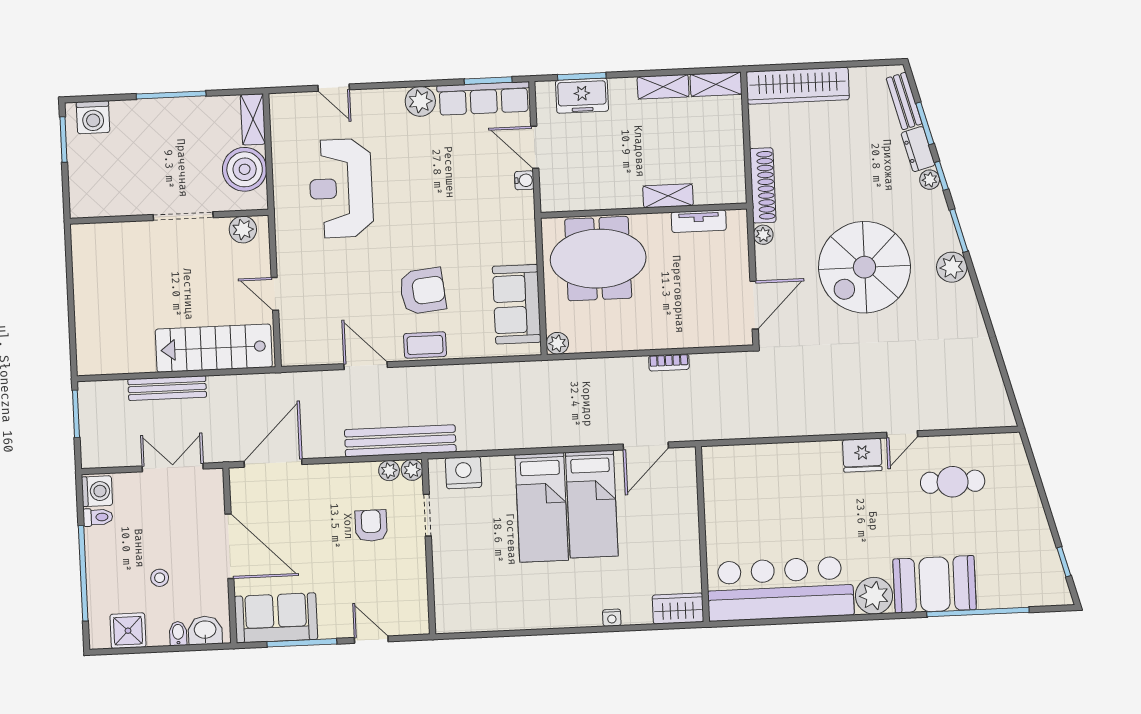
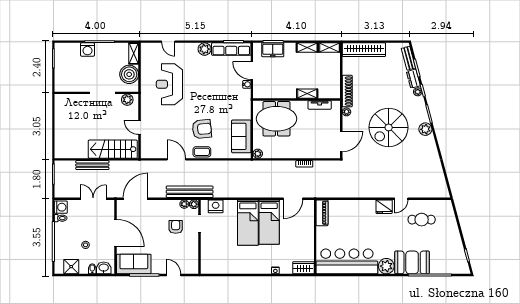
washing machine: (93, 117) -> (87, 49), moved
piano: (716, 476) -> (322, 213), added

